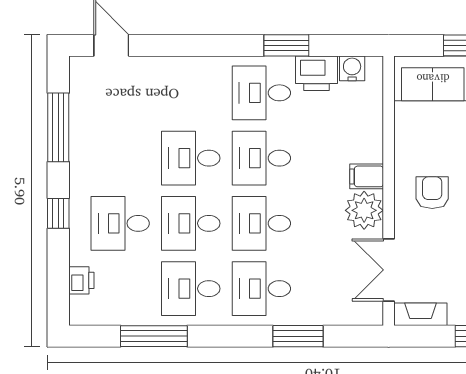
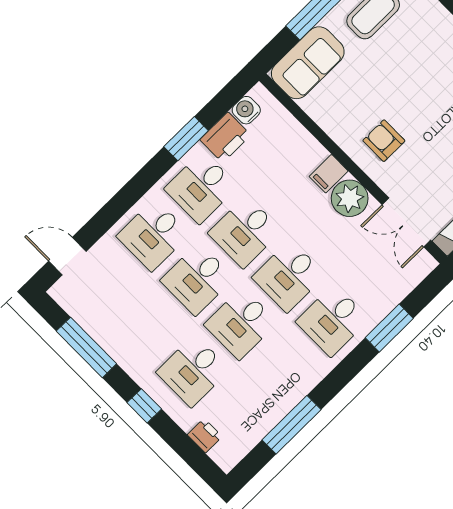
desk: (191, 289) -> (153, 235), moved

